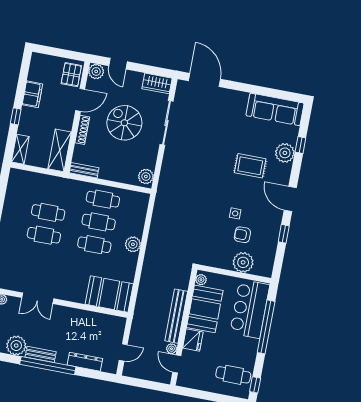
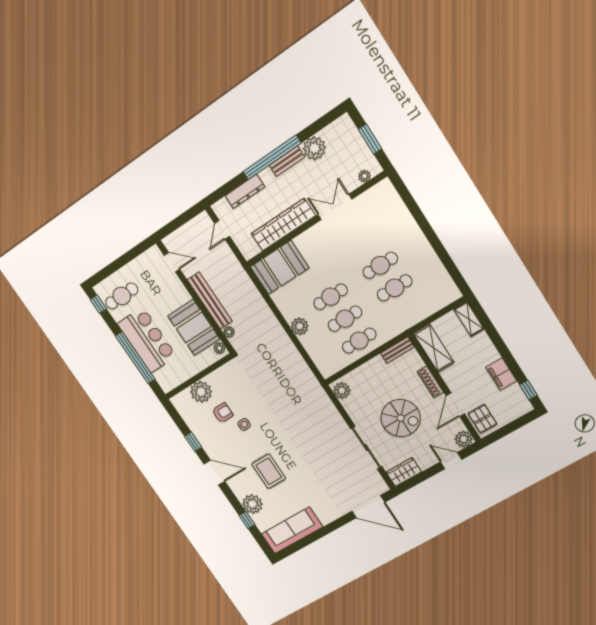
window: (16, 116) -> (528, 390), moved
rug: (250, 166) -> (269, 471), turned 90
bar counter: (250, 309) -> (147, 340), moved
wardrobe: (81, 318) -> (283, 225), added
fridge: (193, 340) -> (179, 294), removed
plant: (172, 349) -> (229, 332), moved

